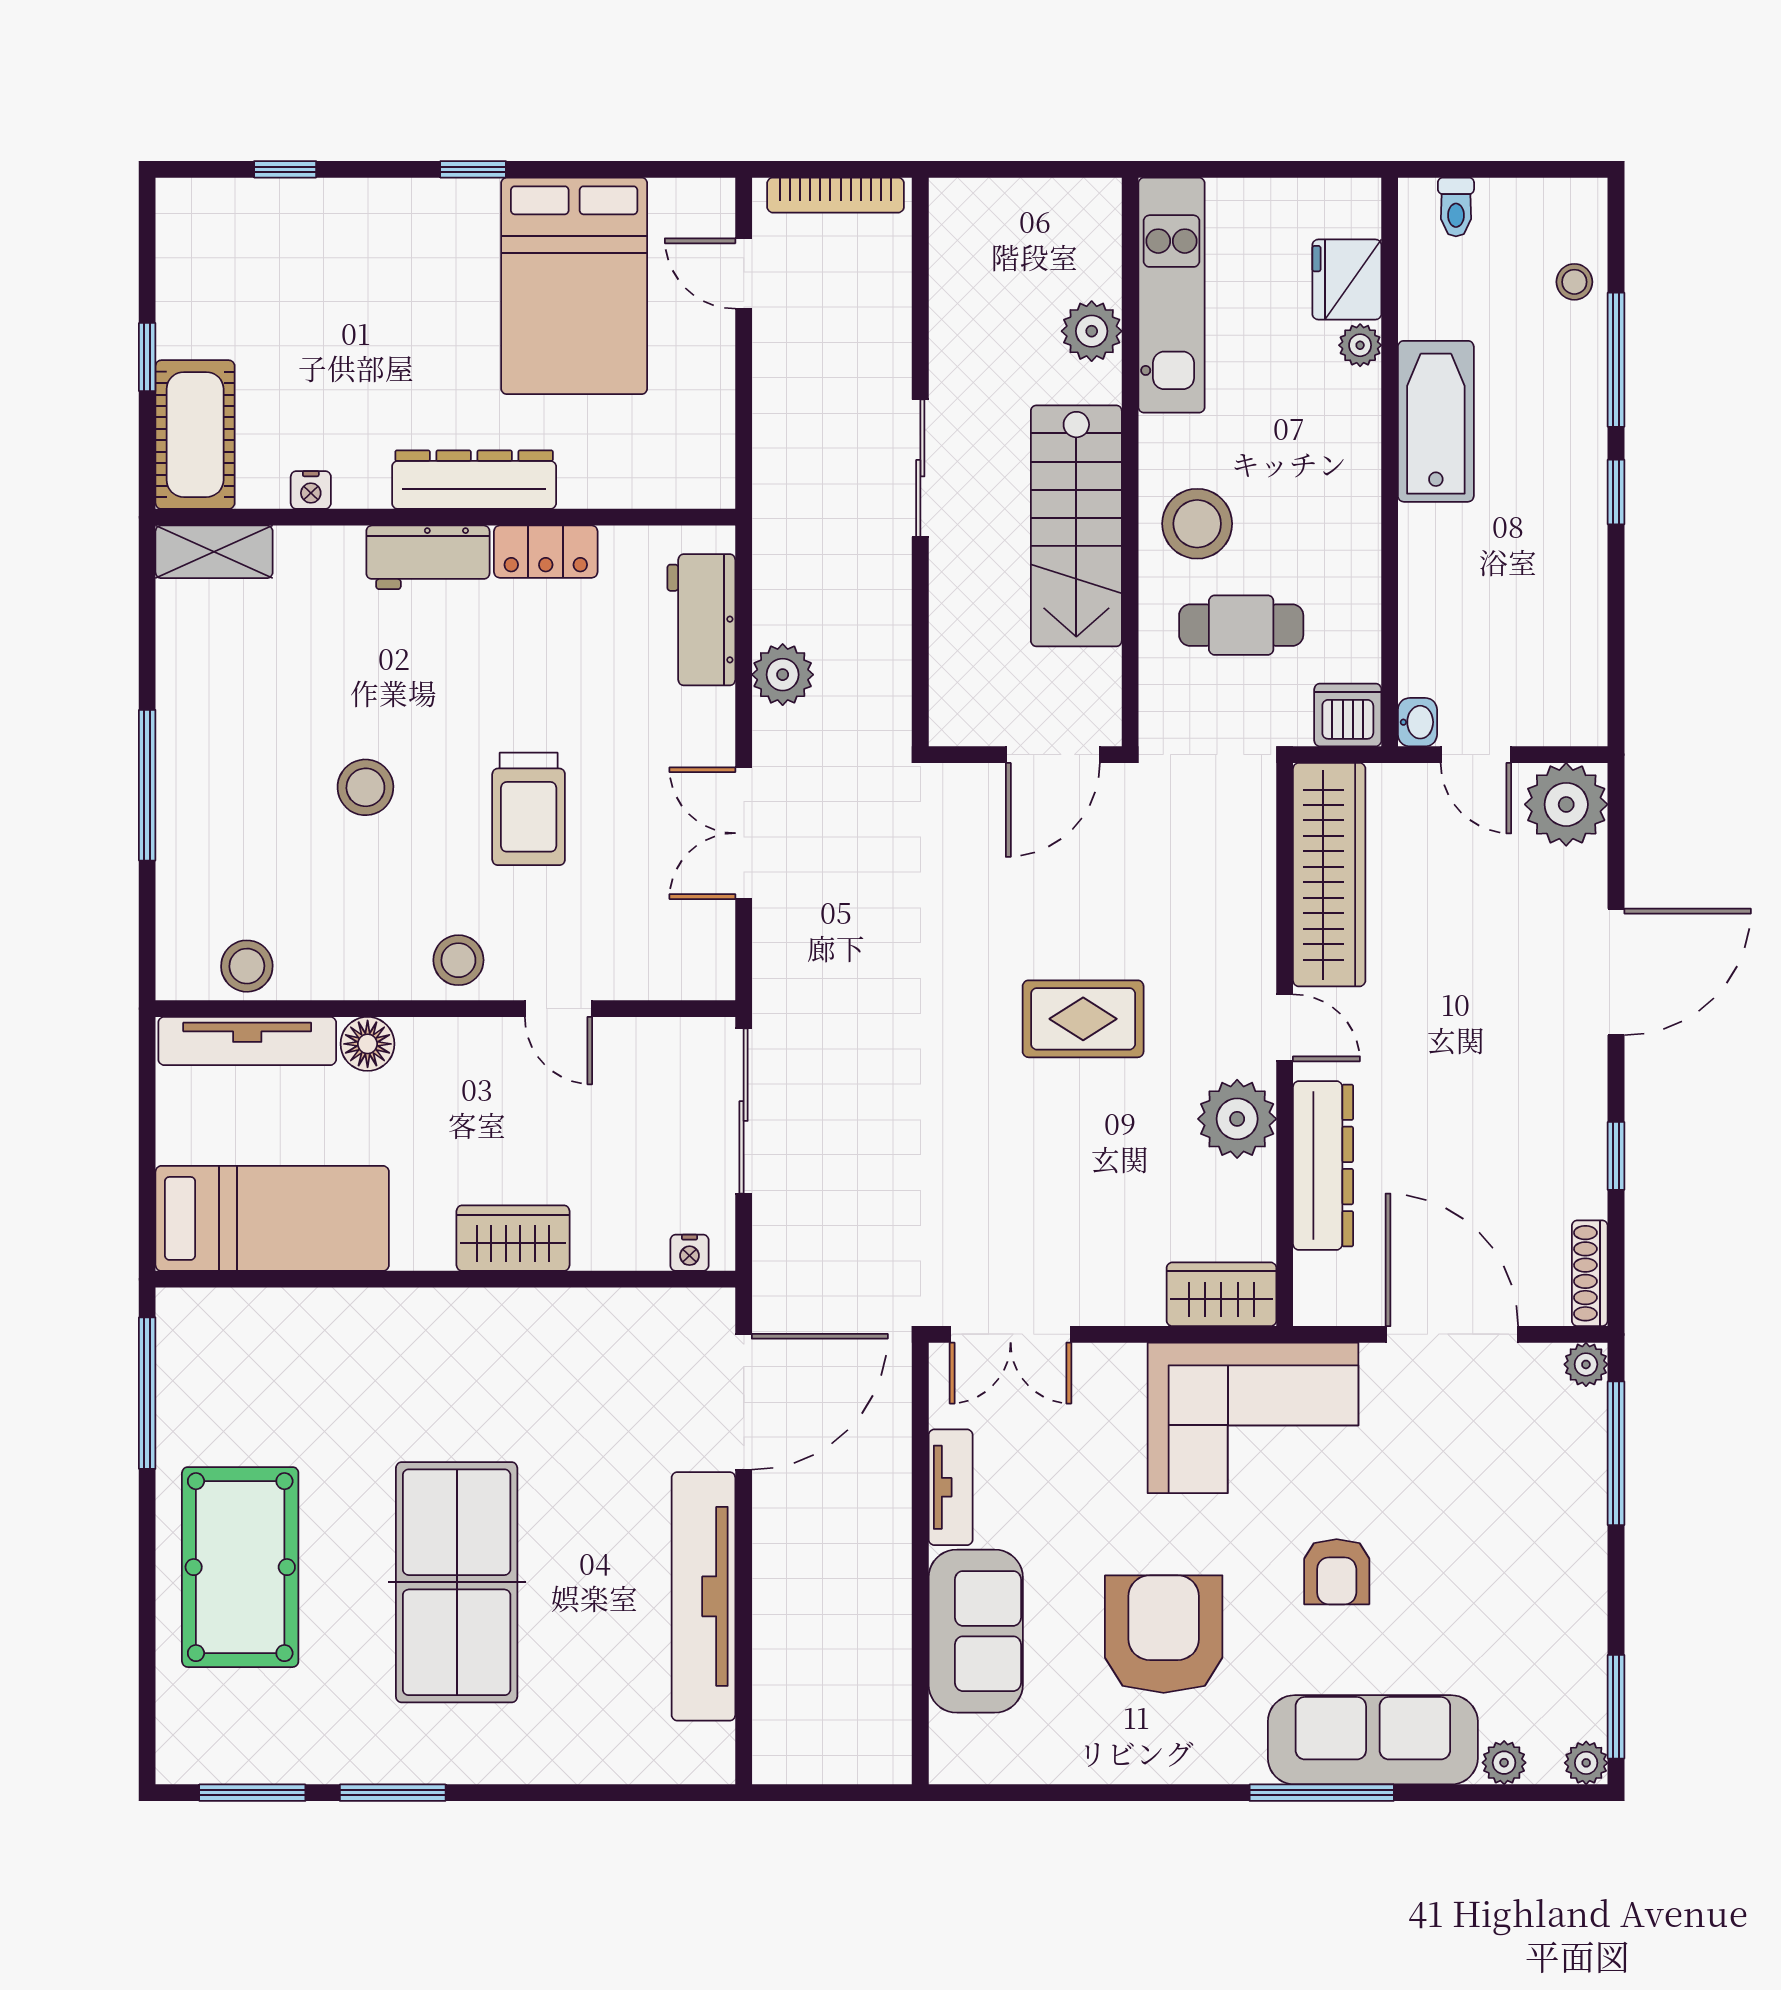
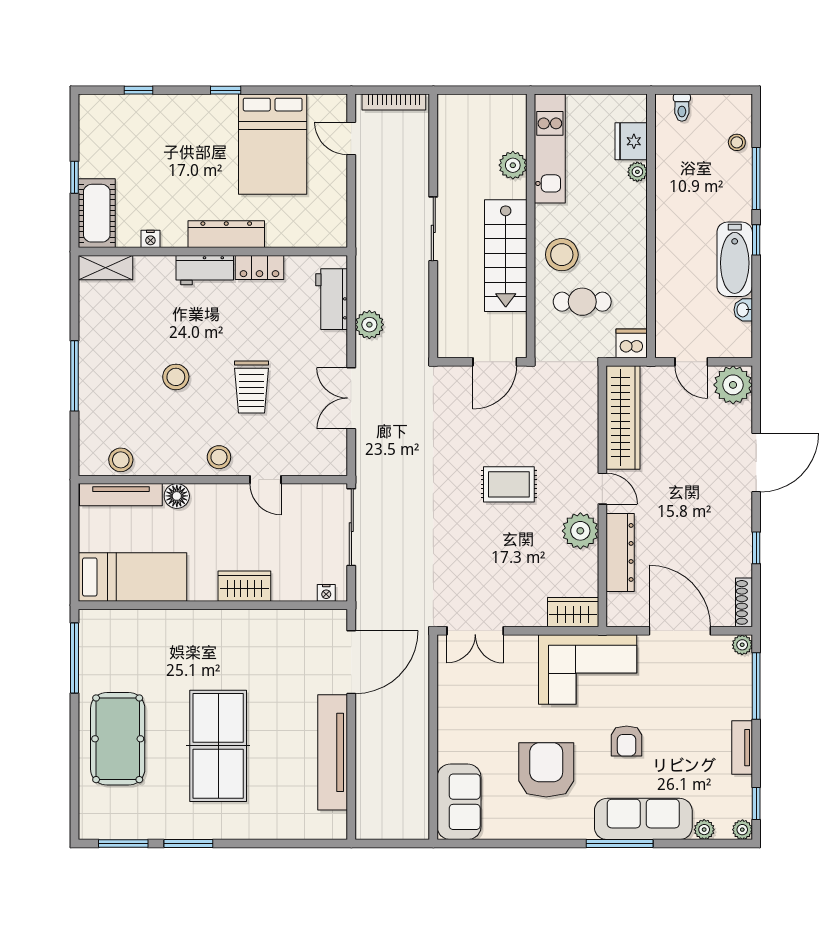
bathtub: (1436, 421) -> (735, 259), moved, turned 180
washbasin: (1417, 722) -> (743, 310), moved, turned 180
tv unit: (951, 1487) -> (742, 748), moved, turned 180
sofa: (976, 1631) -> (459, 802), moved
window: (1616, 1707) -> (756, 804), width x0.67

